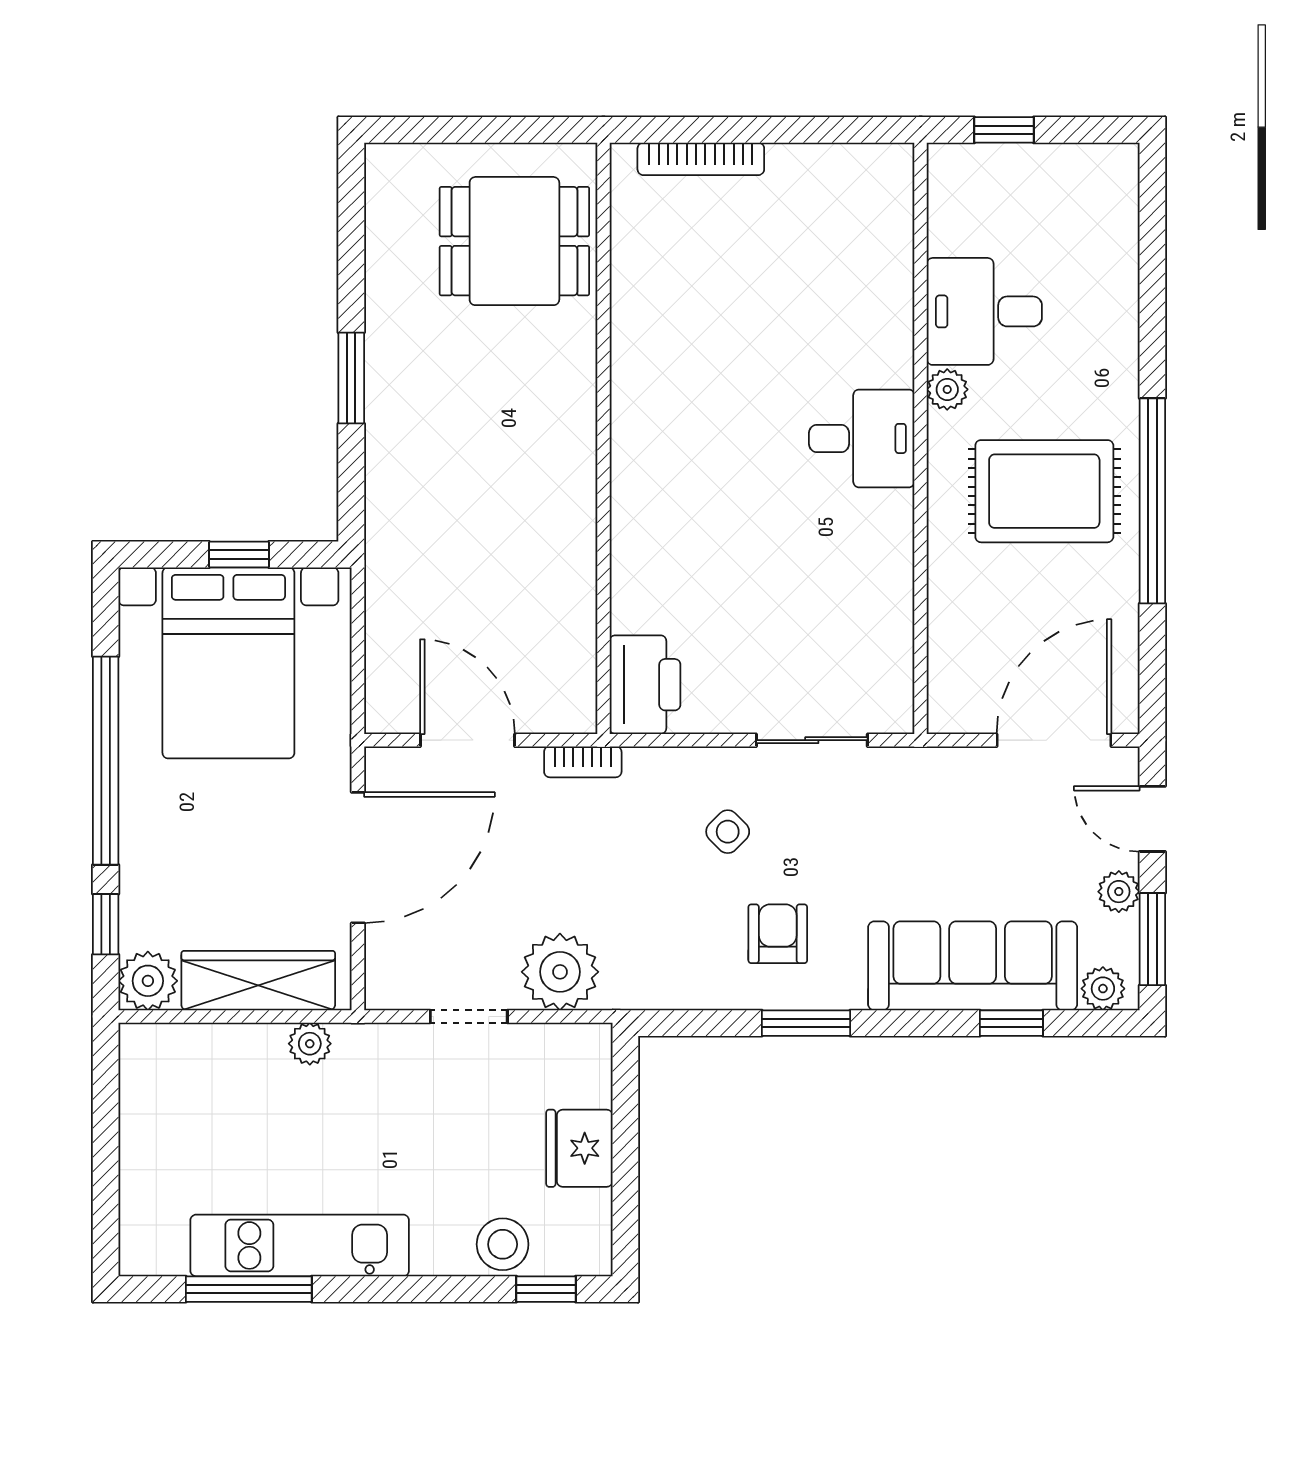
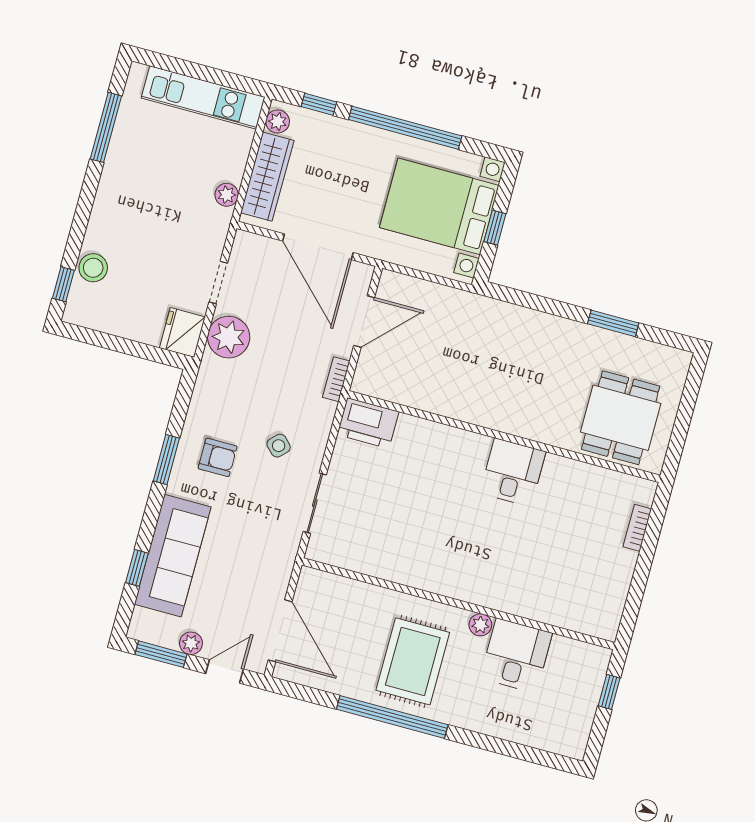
bookcase: (701, 159) -> (637, 528), width x0.64
window: (351, 378) -> (613, 323), moved
desk: (862, 438) -> (513, 472), moved, turned 180
plant: (148, 981) -> (278, 121), width x0.73, depth x0.73
plant: (1103, 989) -> (142, 621), removed
fridge: (579, 1148) -> (182, 332), moved, turned -90
kitchen unit: (300, 1245) -> (203, 98), moved, turned 90

